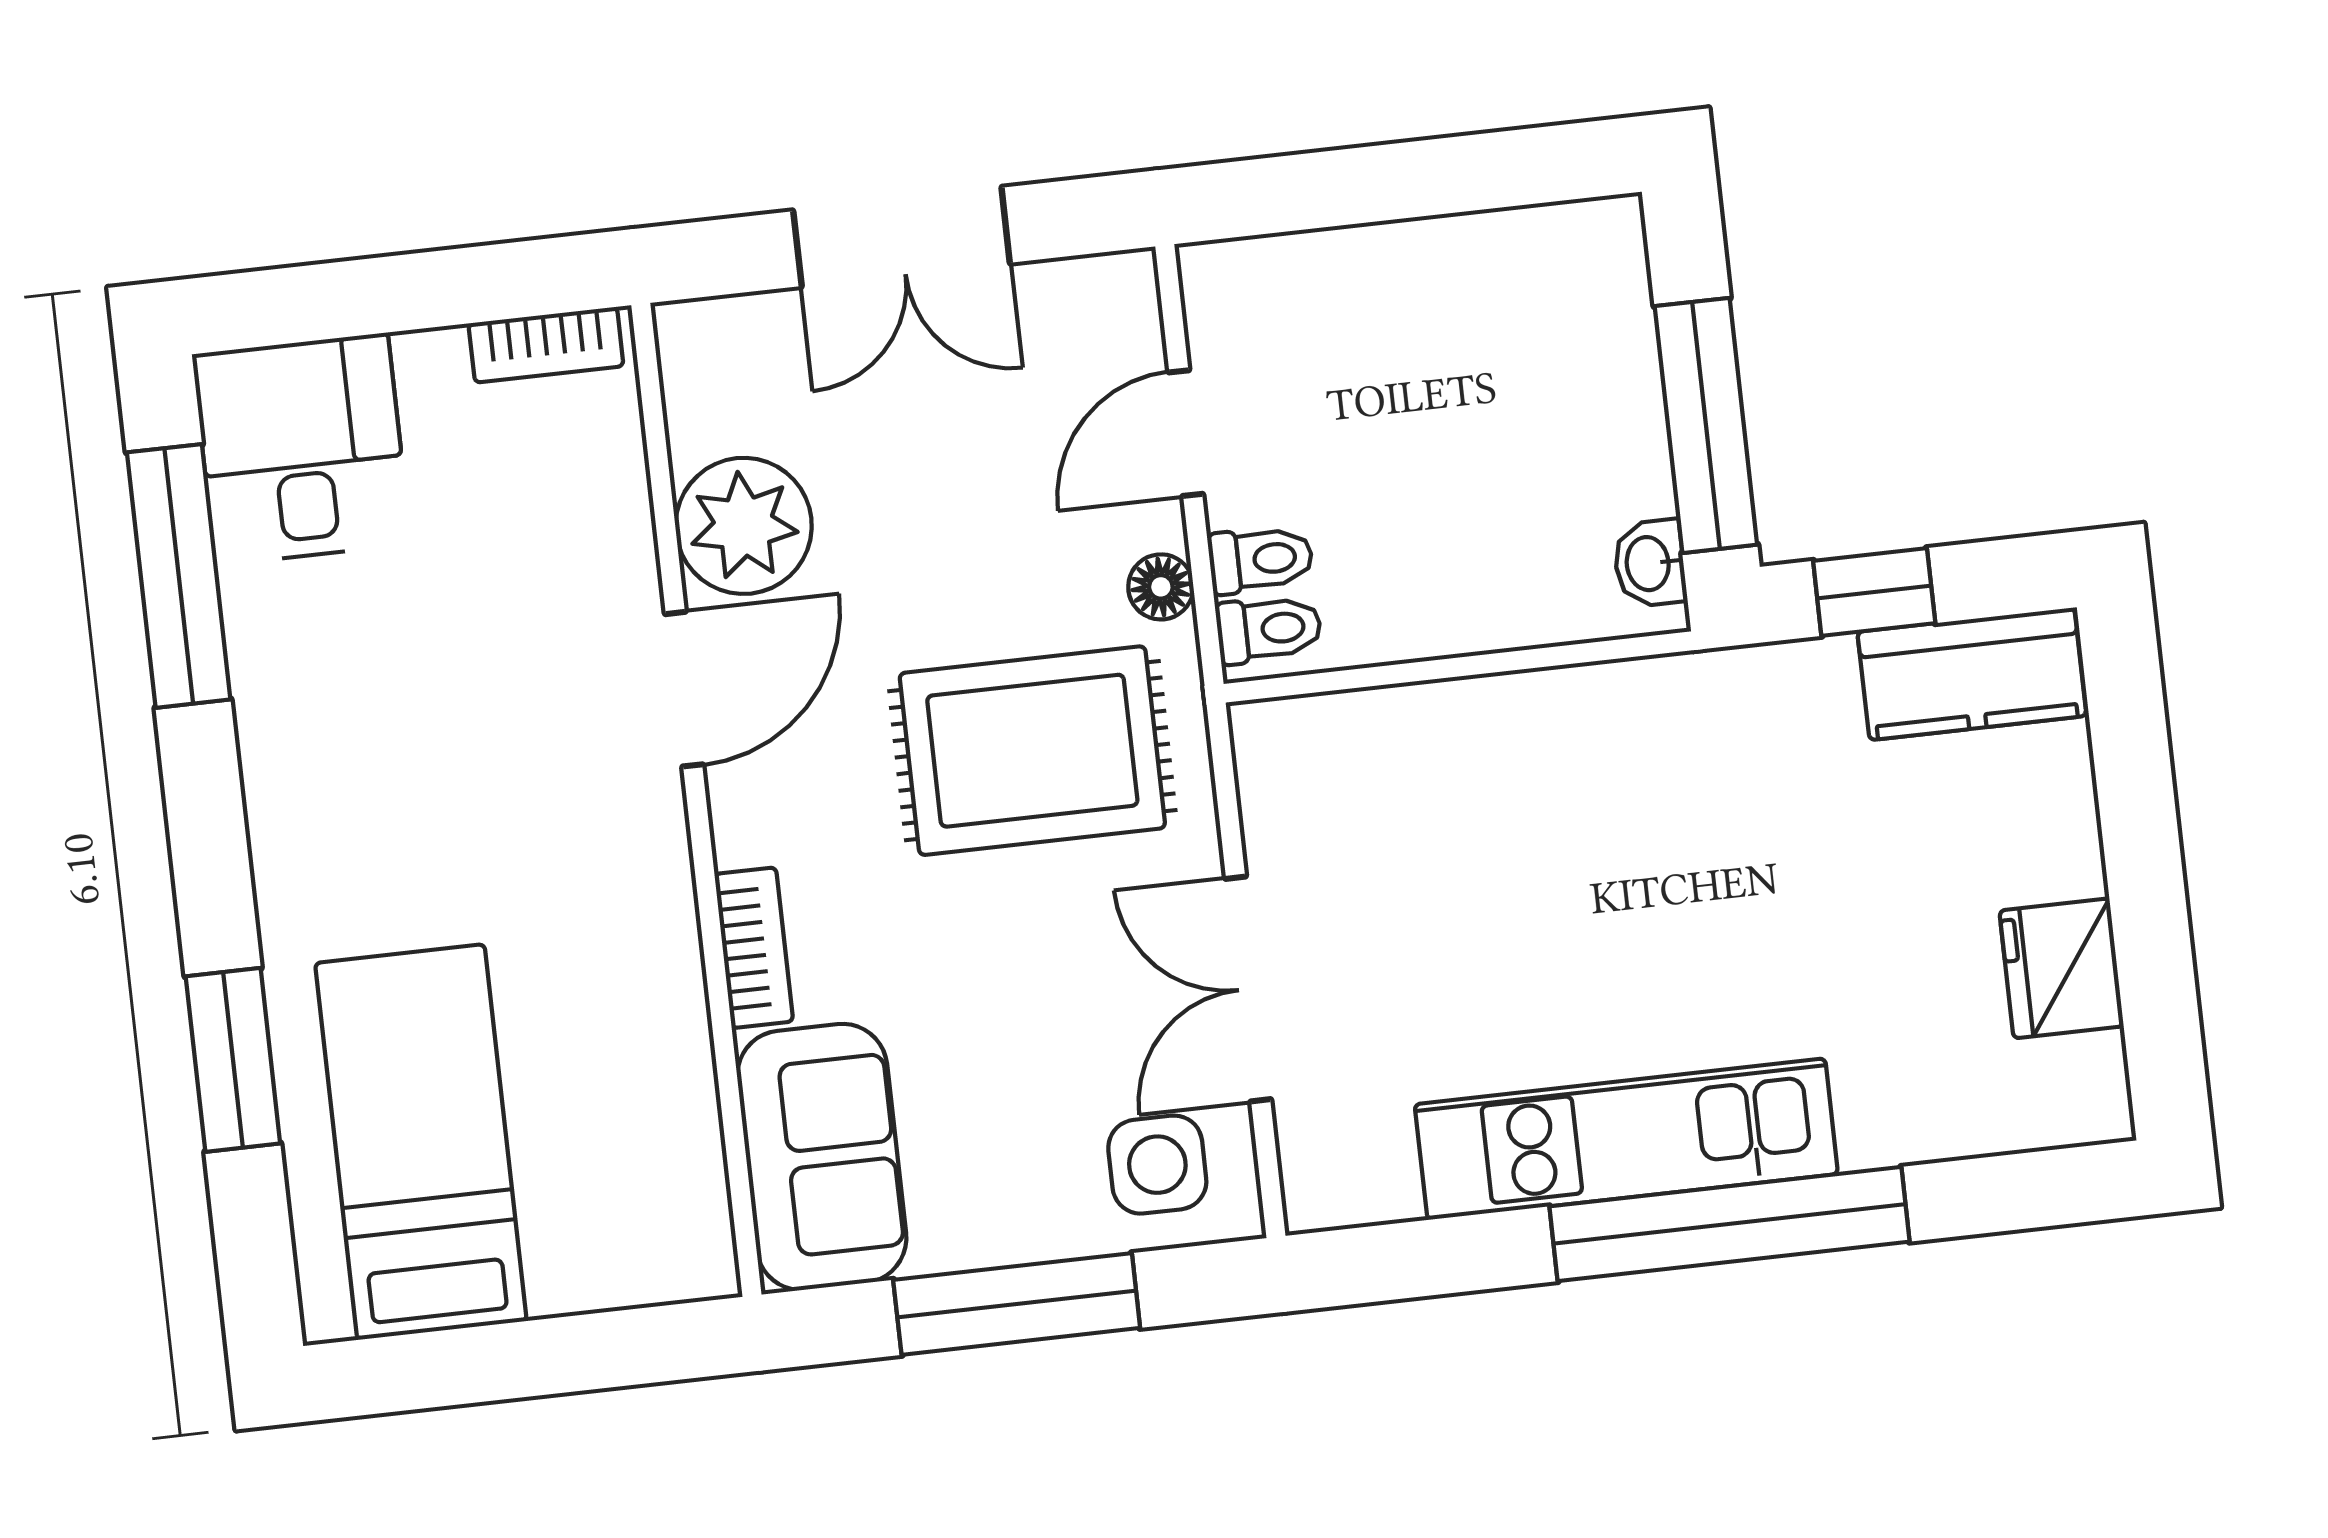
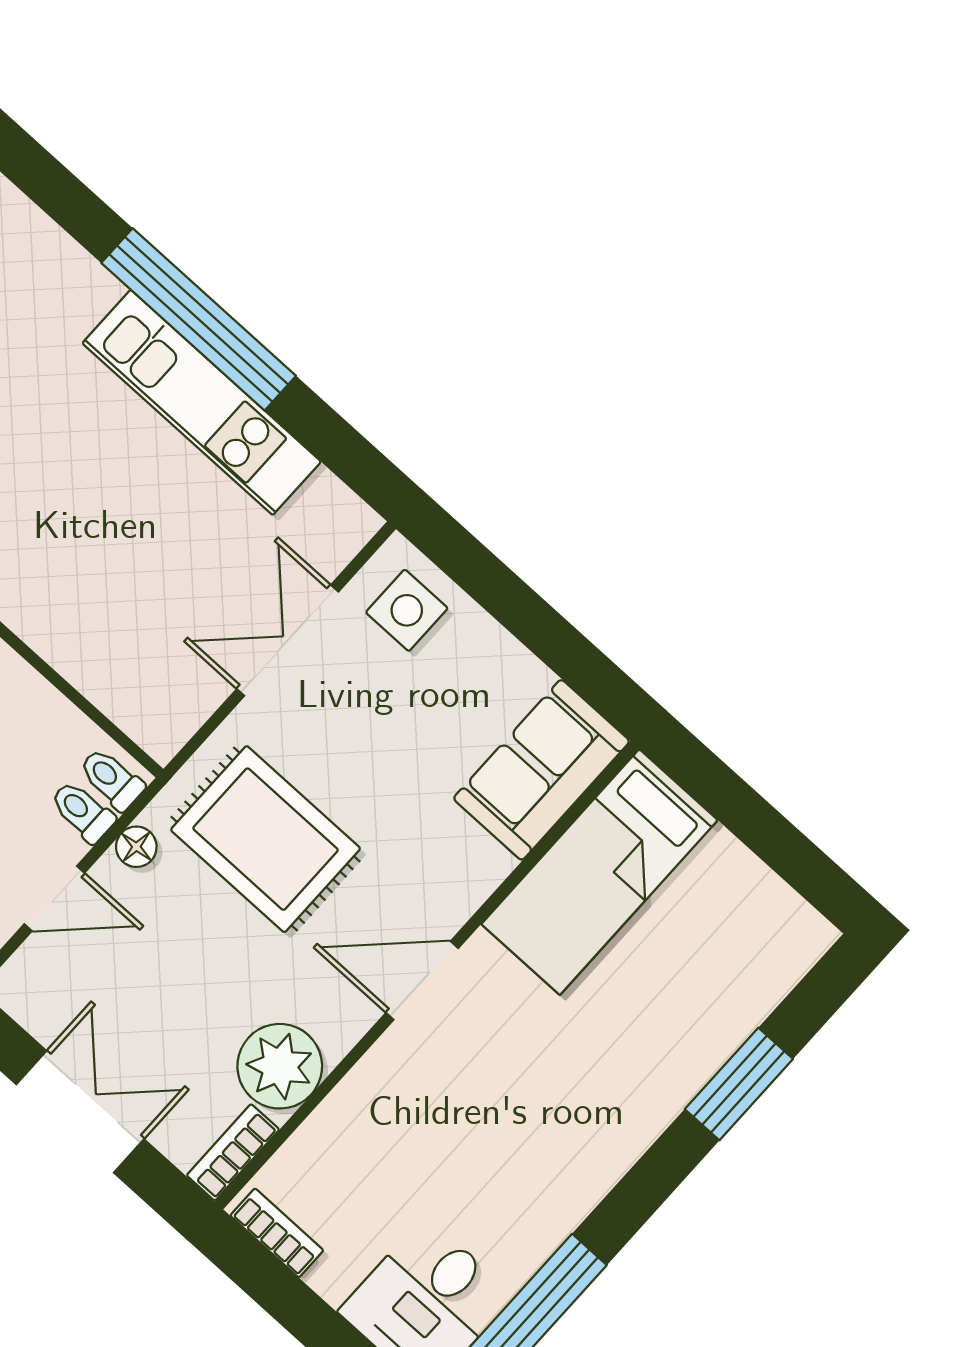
door: (684, 689) -> (422, 981), moved
bookcase: (754, 948) -> (233, 1152), moved
double door: (1248, 989) -> (288, 640), swing flipped
bed: (421, 1142) -> (600, 872), moved
window: (1017, 1304) -> (530, 618), removed

